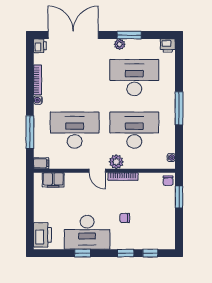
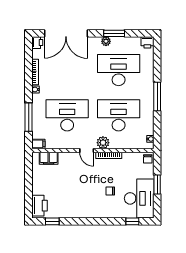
double door: (73, 35) -> (66, 33), swing flipped
window: (179, 197) -> (157, 185), moved
desk: (87, 232) -> (139, 198), moved, turned -90
window: (83, 253) -> (52, 221), moved
window: (126, 253) -> (111, 221), removed

